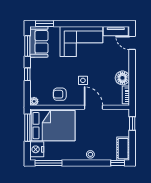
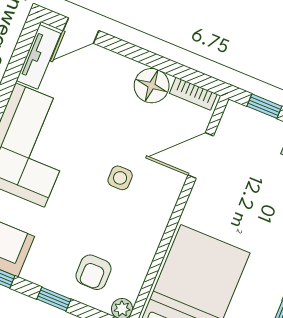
armchair: (60, 94) -> (93, 272), moved
door: (93, 107) -> (201, 156), moved

